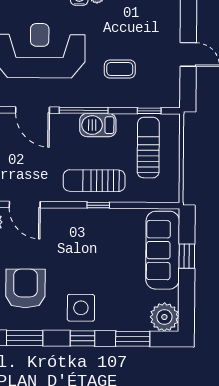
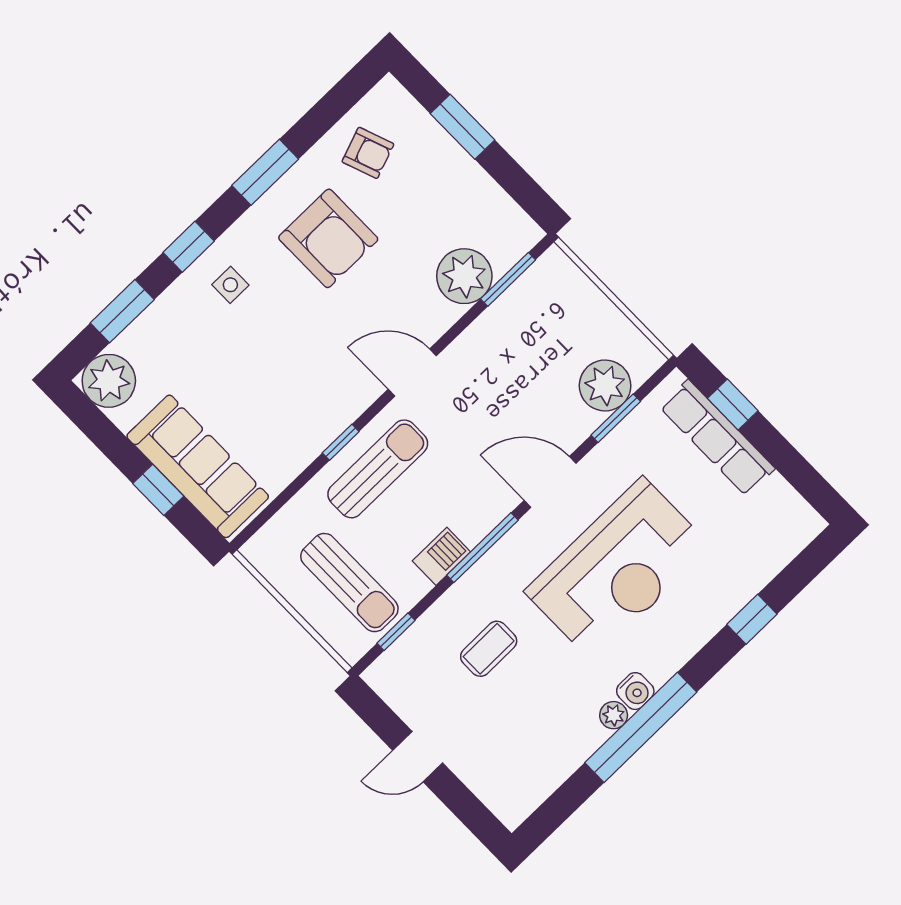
barbecue: (98, 125) -> (441, 556), width x0.73, depth x0.79
door: (25, 205) -> (412, 373), moved
side table: (81, 308) -> (230, 285), width x0.54, depth x0.54

